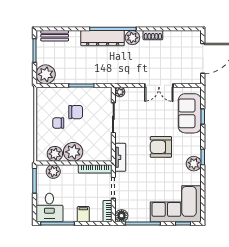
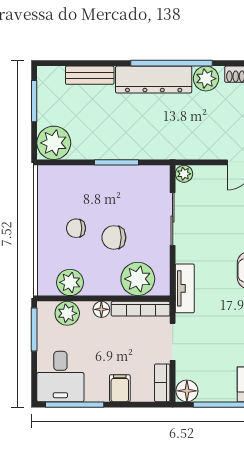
bench: (55, 36) -> (90, 75), moved
chair: (76, 112) -> (114, 237), moved, turned 180
plant: (73, 152) -> (138, 279), moved
floor lamp: (73, 169) -> (101, 309), added

